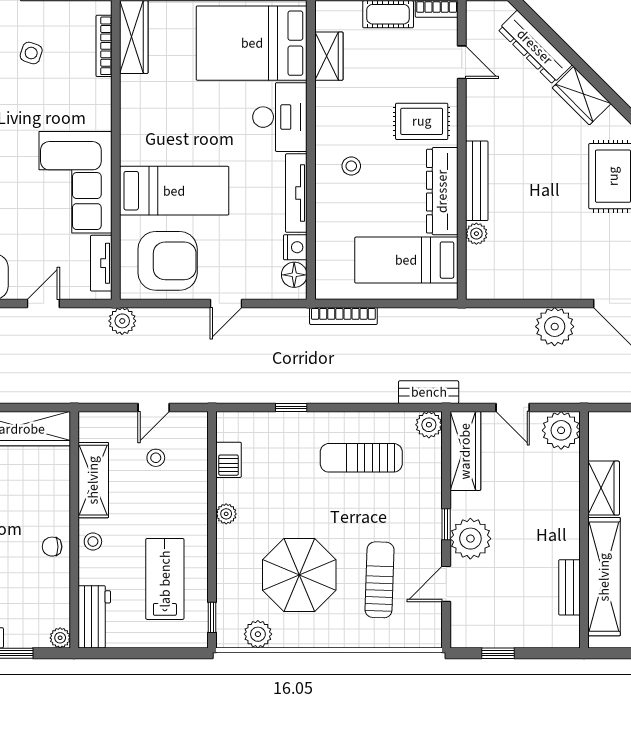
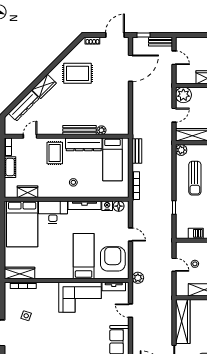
plant: (555, 327) -> (140, 98), removed
bench: (429, 392) -> (137, 151), moved

